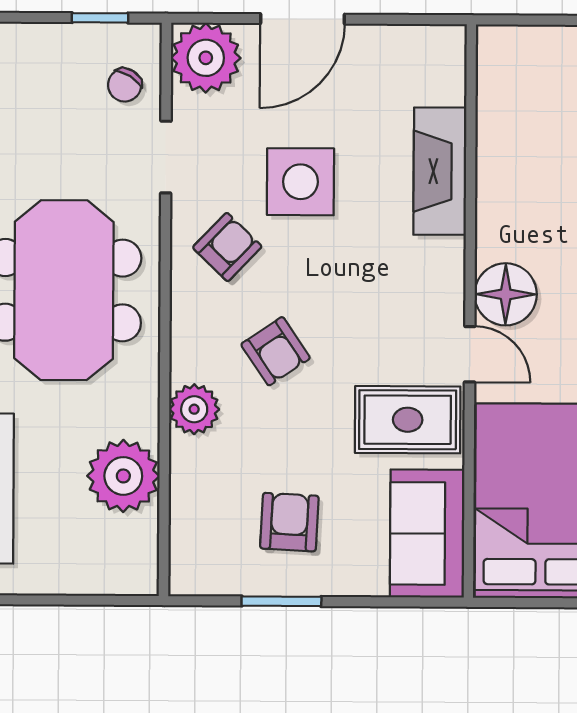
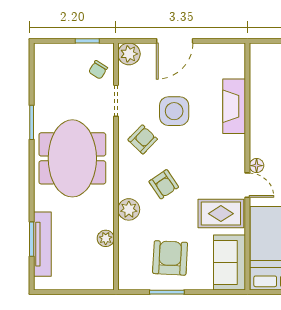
plant: (206, 58) -> (129, 54), width x0.73, depth x0.73
floor lamp: (506, 294) -> (257, 166), width x0.53, depth x0.53
plant: (123, 476) -> (106, 238), width x0.53, depth x0.53
armchair: (289, 522) -> (170, 258), width x1.38, depth x1.38

